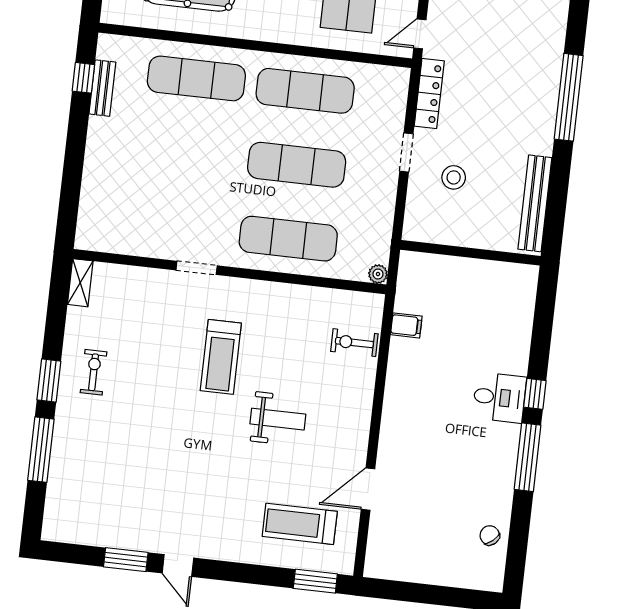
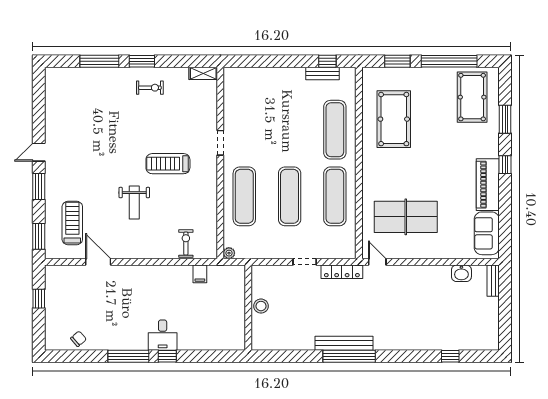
stool: (454, 177) -> (261, 306), moved
bench: (535, 203) -> (344, 343), moved
window: (126, 560) -> (39, 187), moved
window: (417, 593) -> (39, 299), added

